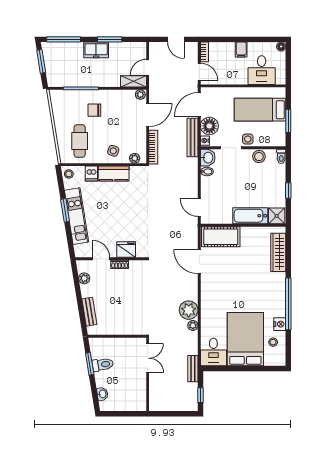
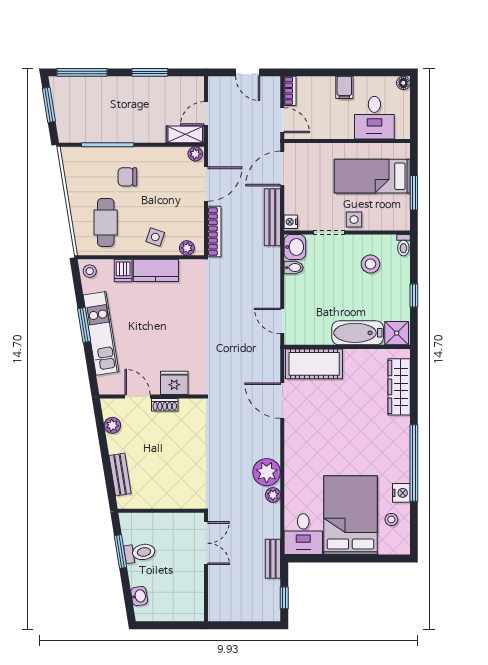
freezer: (96, 50) -> (130, 88), removed
floor lamp: (209, 126) -> (297, 200), removed
stool: (259, 157) -> (370, 264), moved

